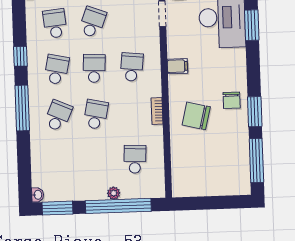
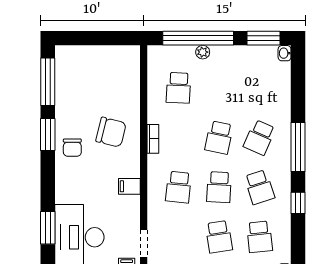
school desk: (93, 22) -> (219, 237), turned -30
school desk: (57, 70) -> (259, 187), turned -30
chair: (232, 100) -> (72, 148), turned 180

